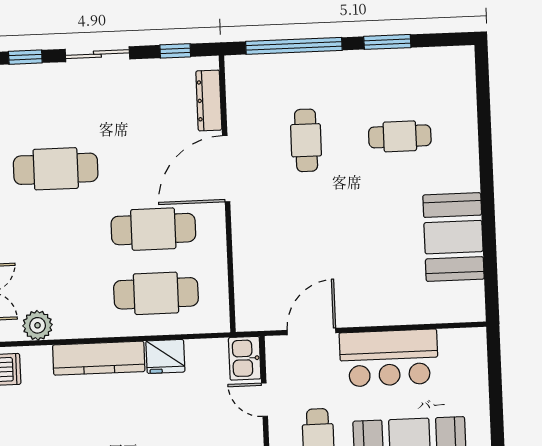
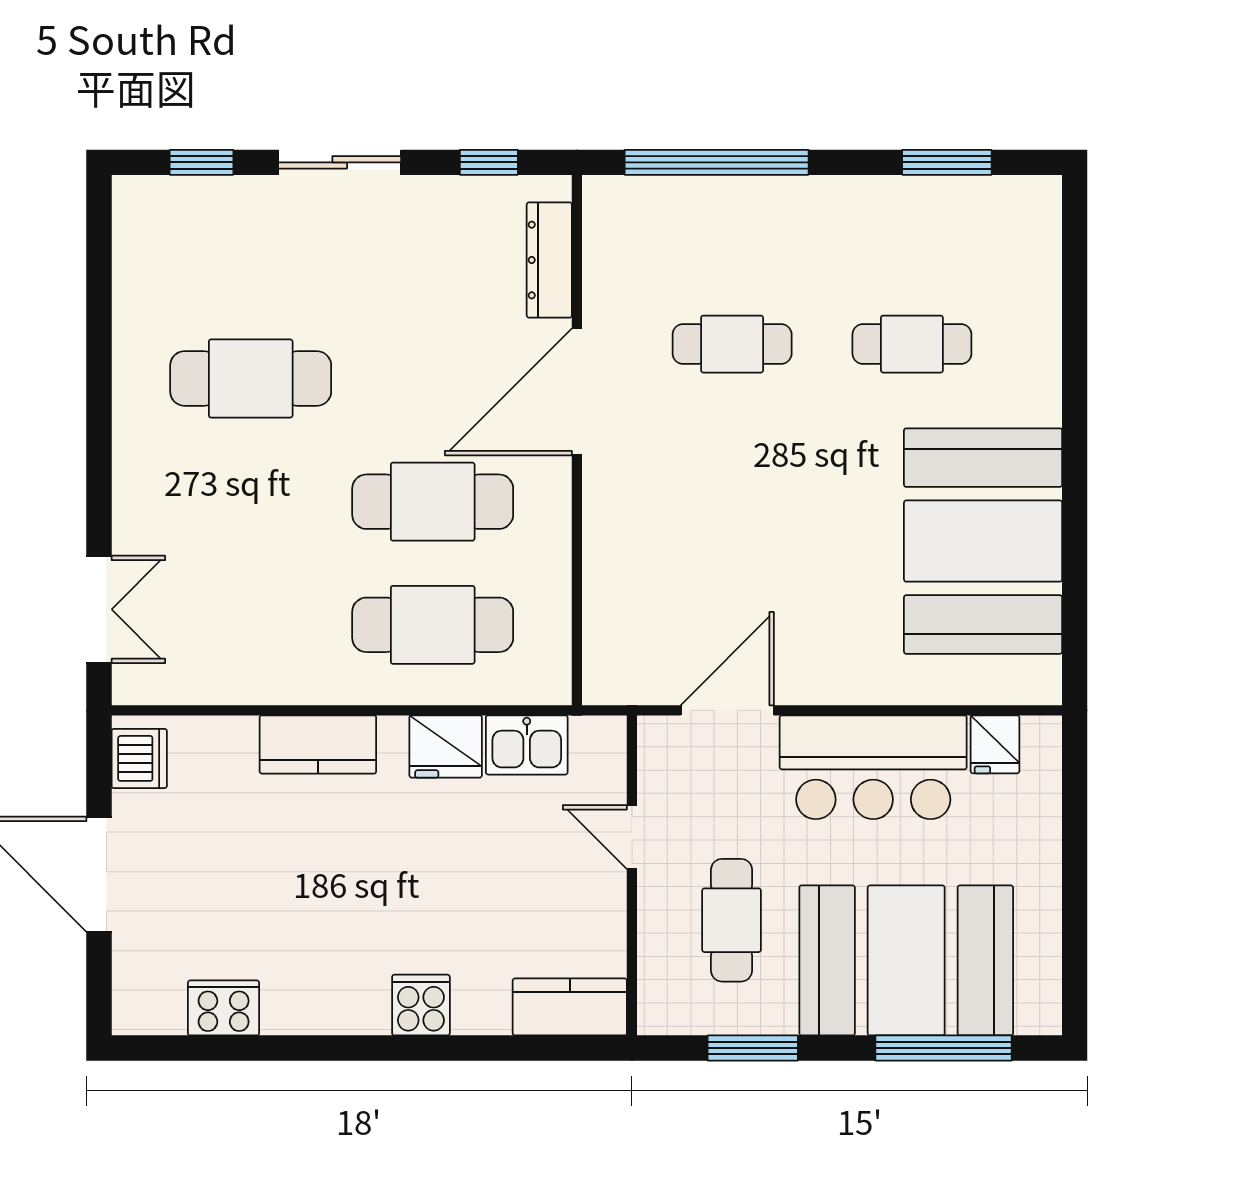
window: (387, 42) -> (947, 162), moved
cafe table: (306, 140) -> (732, 344), turned 90
booth: (454, 237) -> (983, 541), width x1.36, depth x1.42
plant: (38, 325) -> (203, 677), removed
fridge: (452, 343) -> (995, 744), added
kitchen counter: (99, 358) -> (318, 744), width x0.67
kitchen sink: (245, 358) -> (527, 745), moved, turned -90

